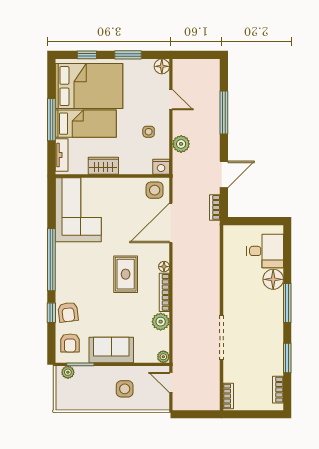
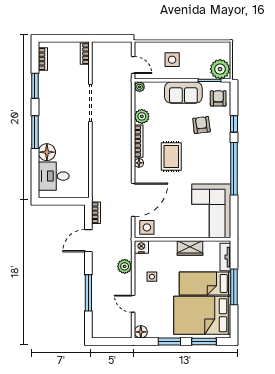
window: (87, 55) -> (204, 342), width x1.50
armchair: (68, 312) -> (201, 125), moved
plant: (68, 372) -> (220, 69), width x1.88, depth x1.88

